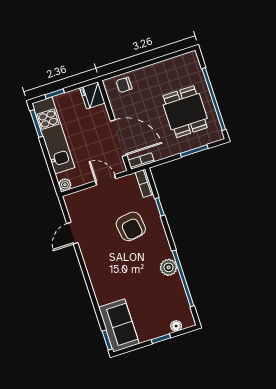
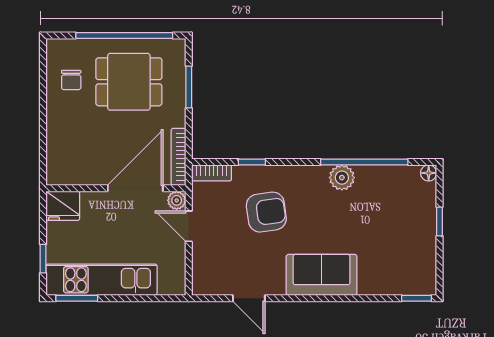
chair: (124, 85) -> (71, 80), moved
bookcase: (141, 161) -> (178, 157), width x1.56
door: (106, 180) -> (189, 226), hinge flipped
plant: (65, 185) -> (177, 200), moved
sofa: (119, 325) -> (322, 275), moved
floor lamp: (176, 326) -> (429, 173), moved

